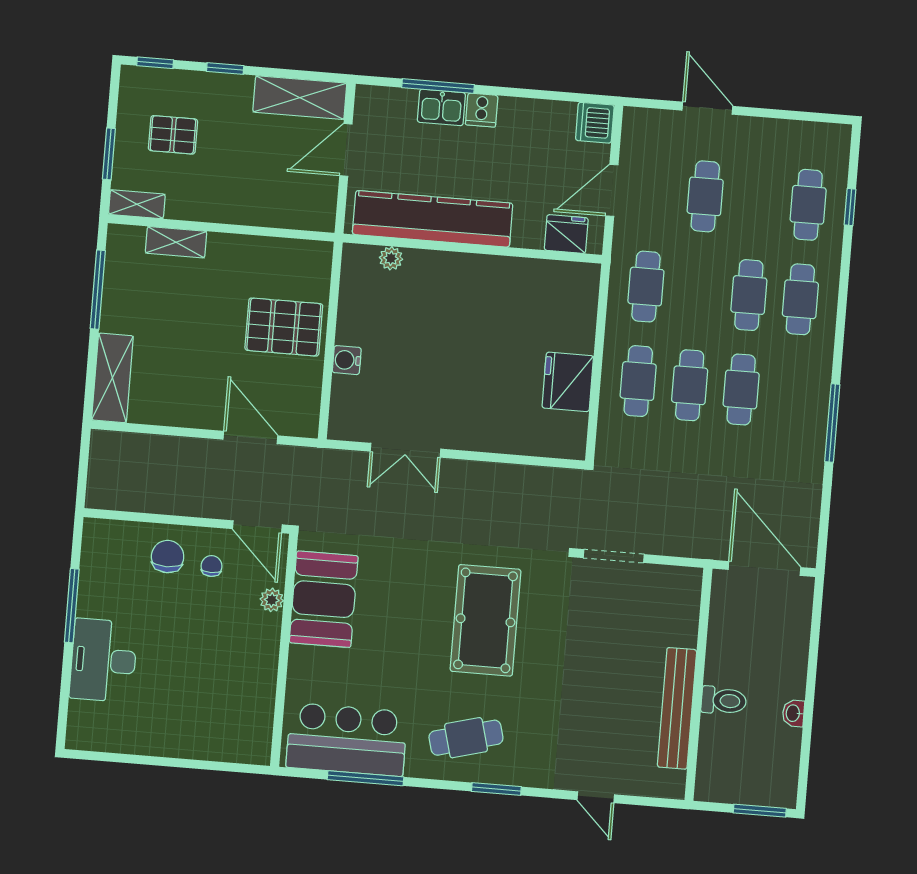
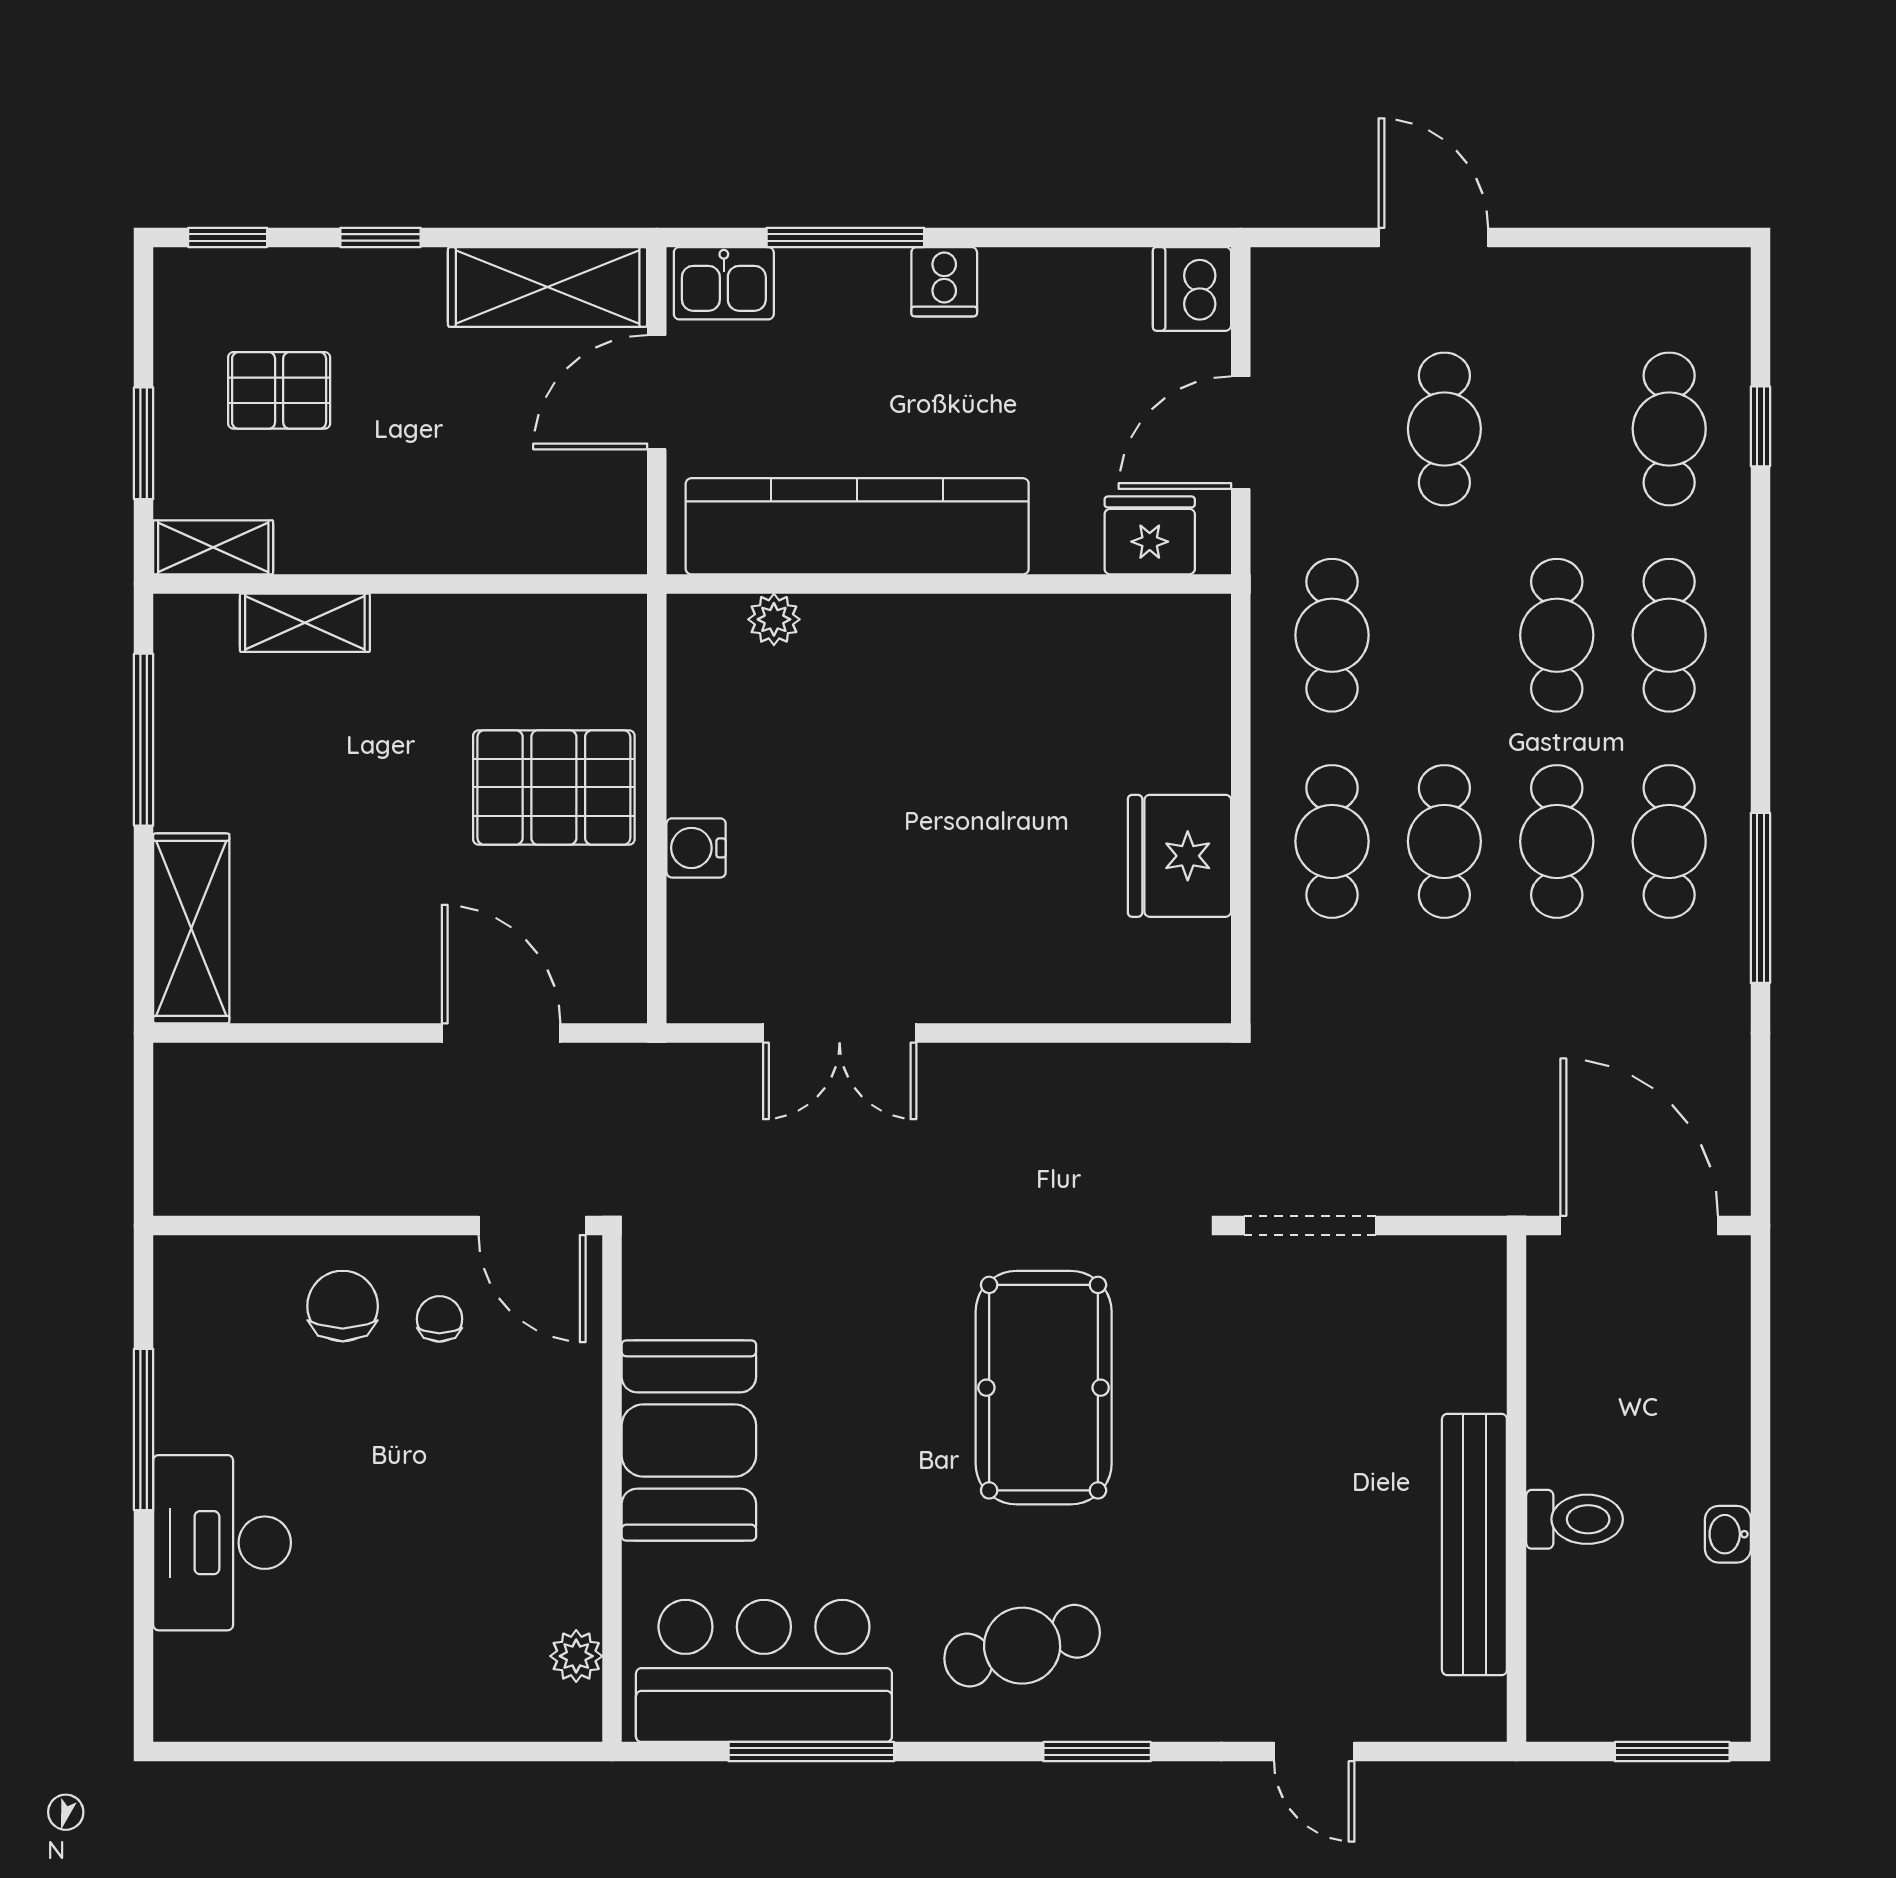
kitchen sink: (441, 107) -> (724, 283), moved
cafe table: (793, 394) -> (1669, 841), added
booth: (324, 599) -> (689, 1440), moved
plant: (272, 600) -> (576, 1656), moved

